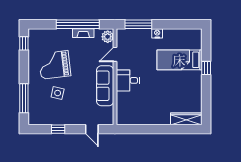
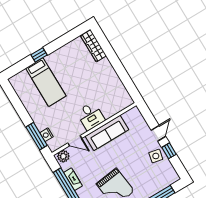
nightstand: (157, 33) -> (46, 135), moved
side table: (58, 93) -> (156, 156), moved
door: (92, 129) -> (158, 133), moved

